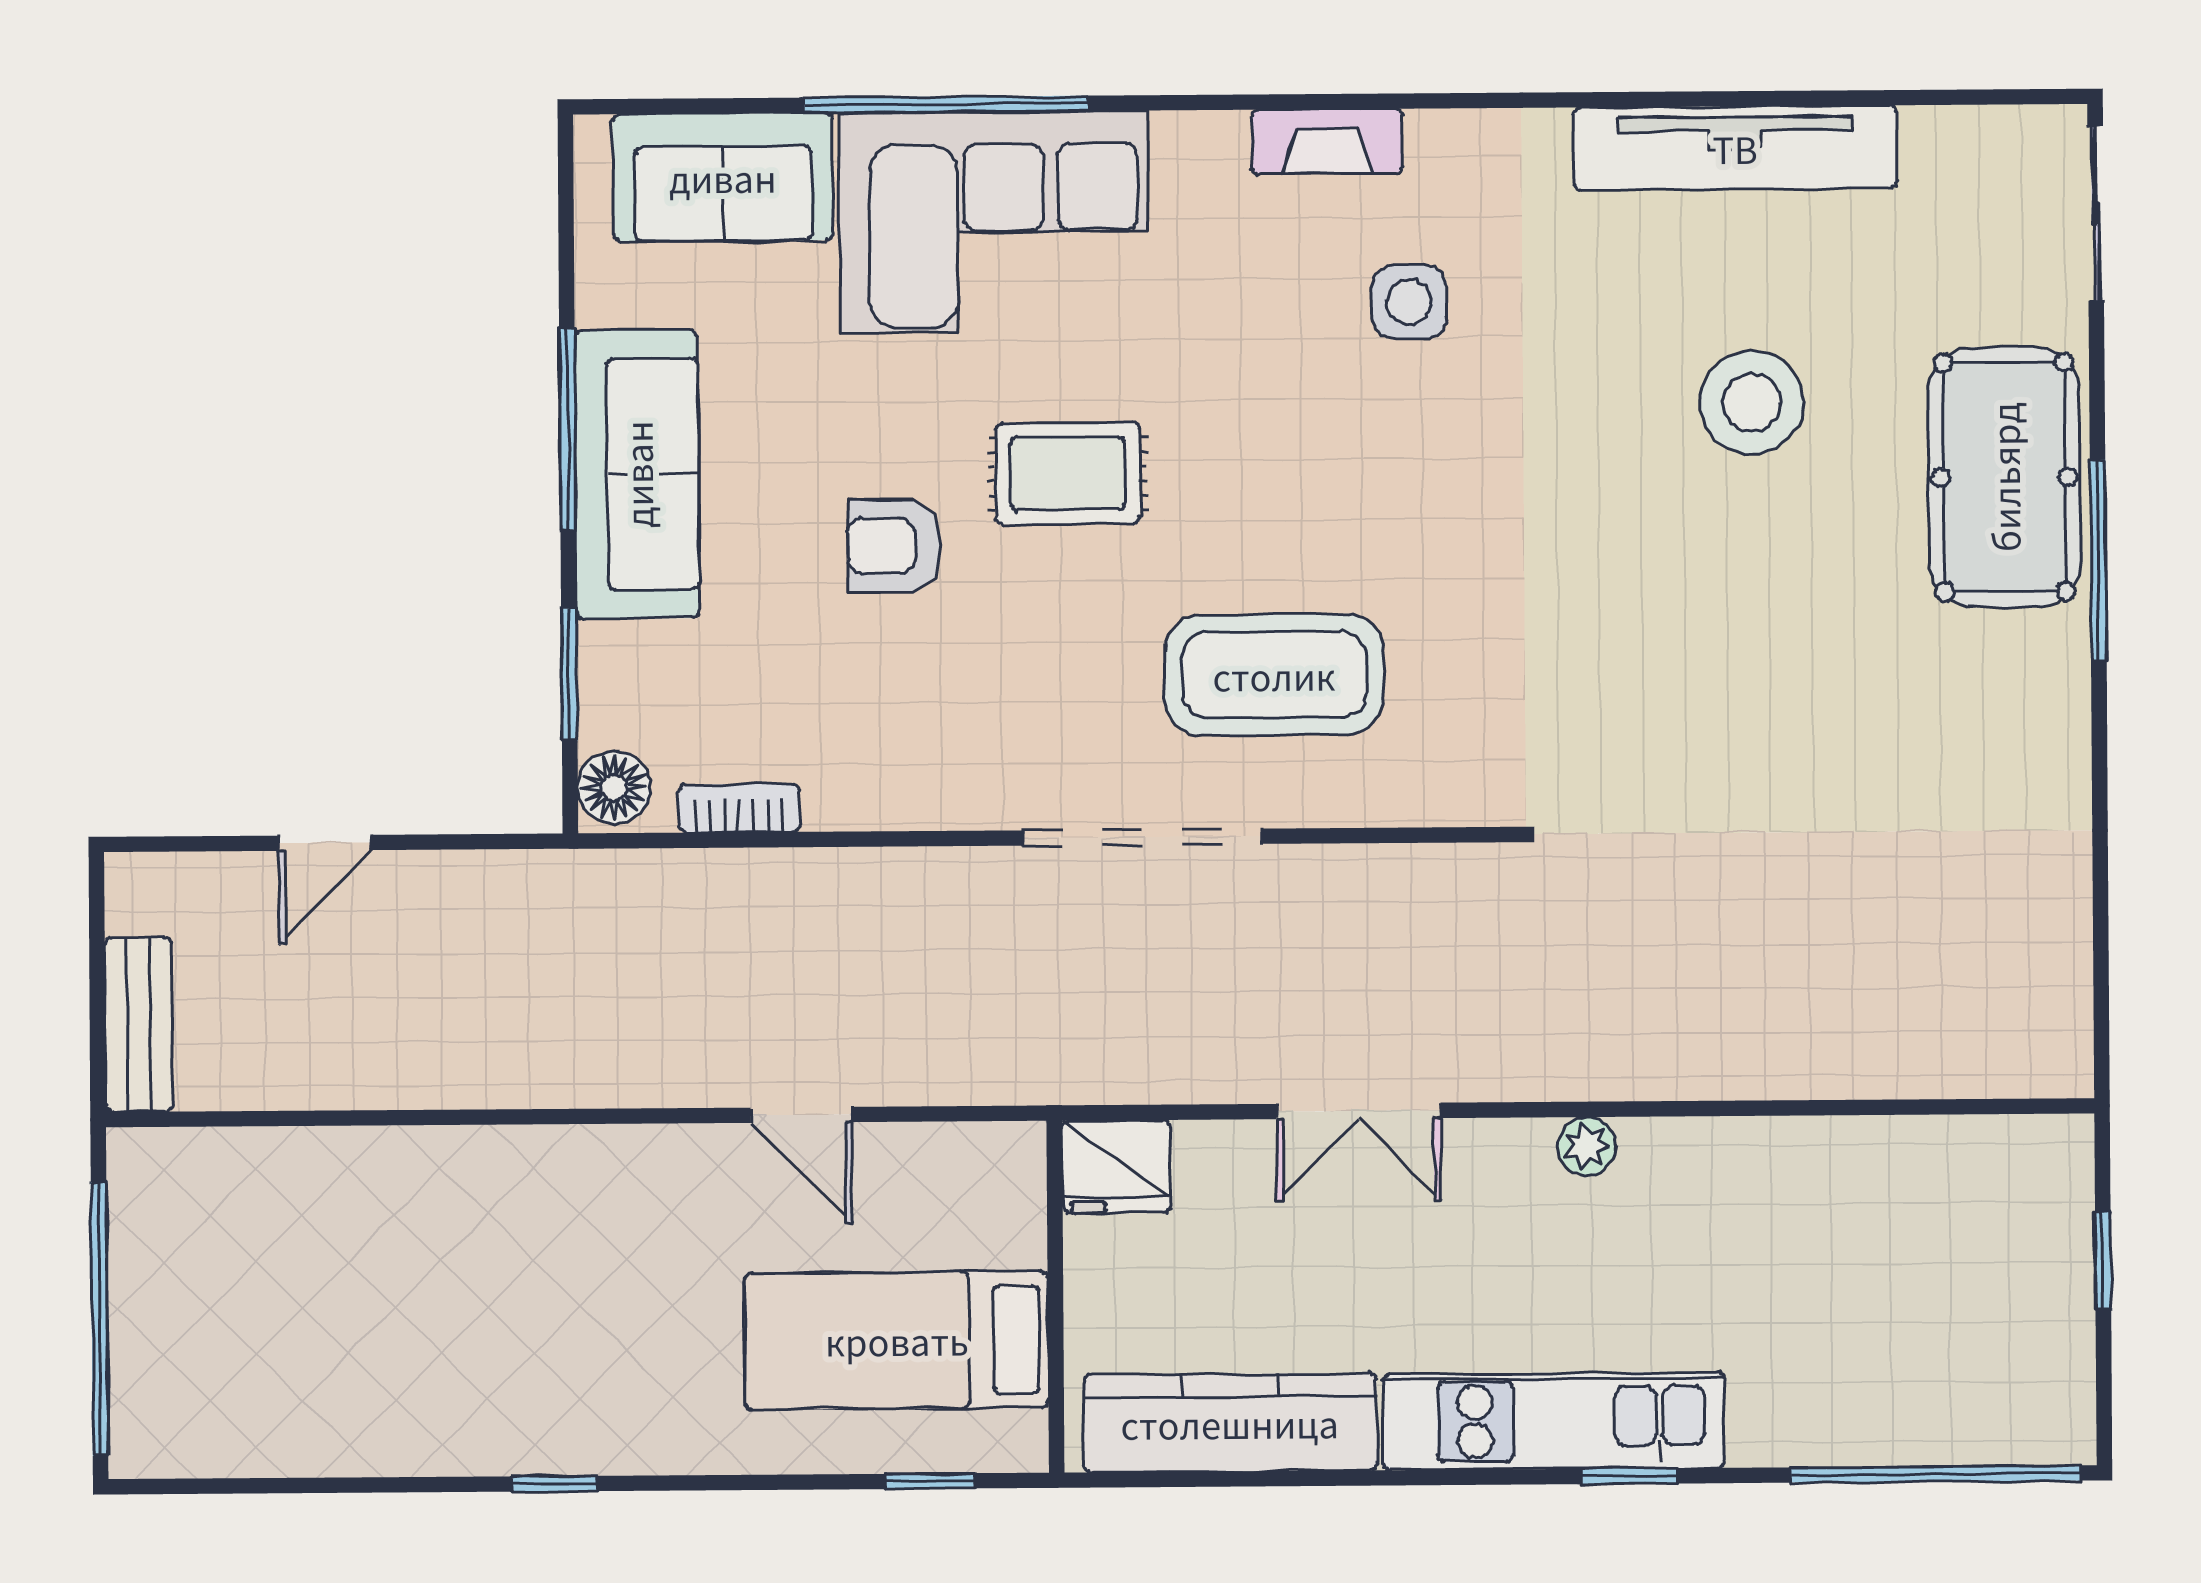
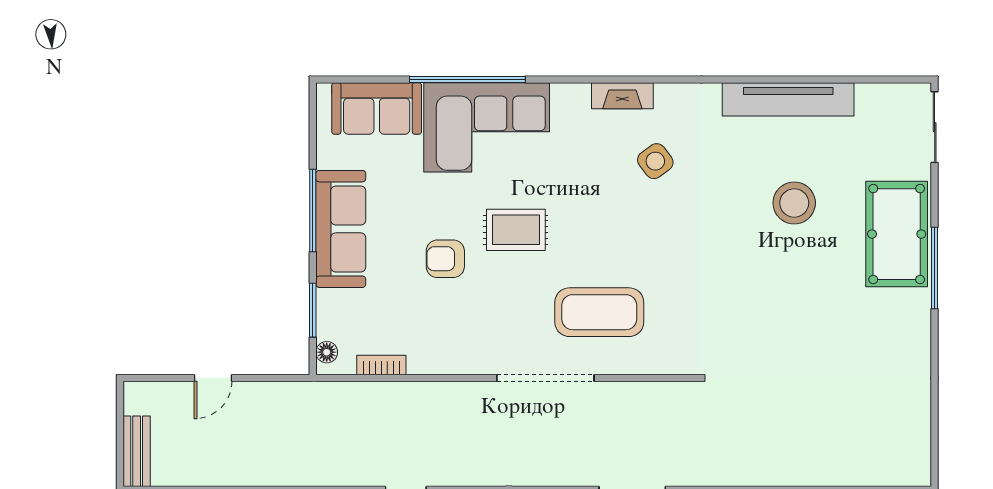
side table: (1409, 302) -> (655, 161), turned -37
floor lamp: (614, 787) -> (327, 352), width x0.73, depth x0.73

